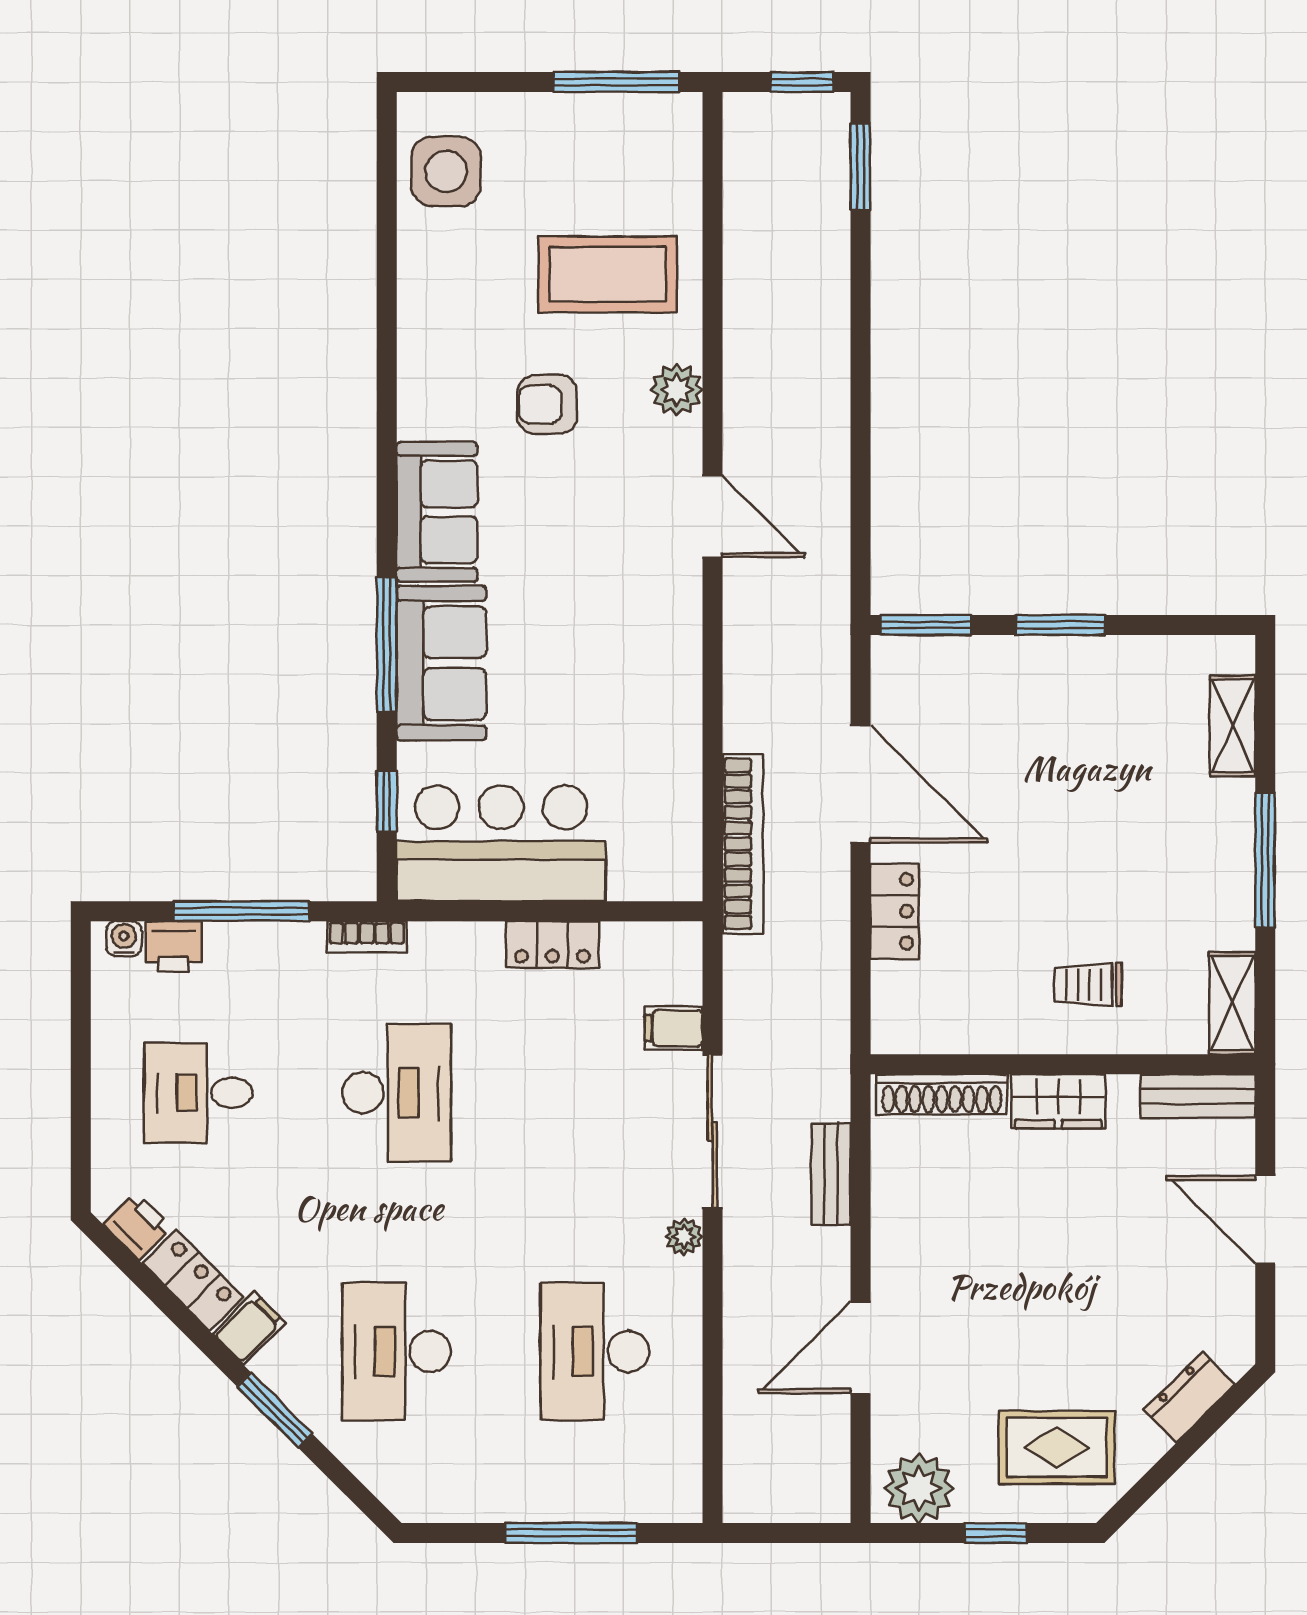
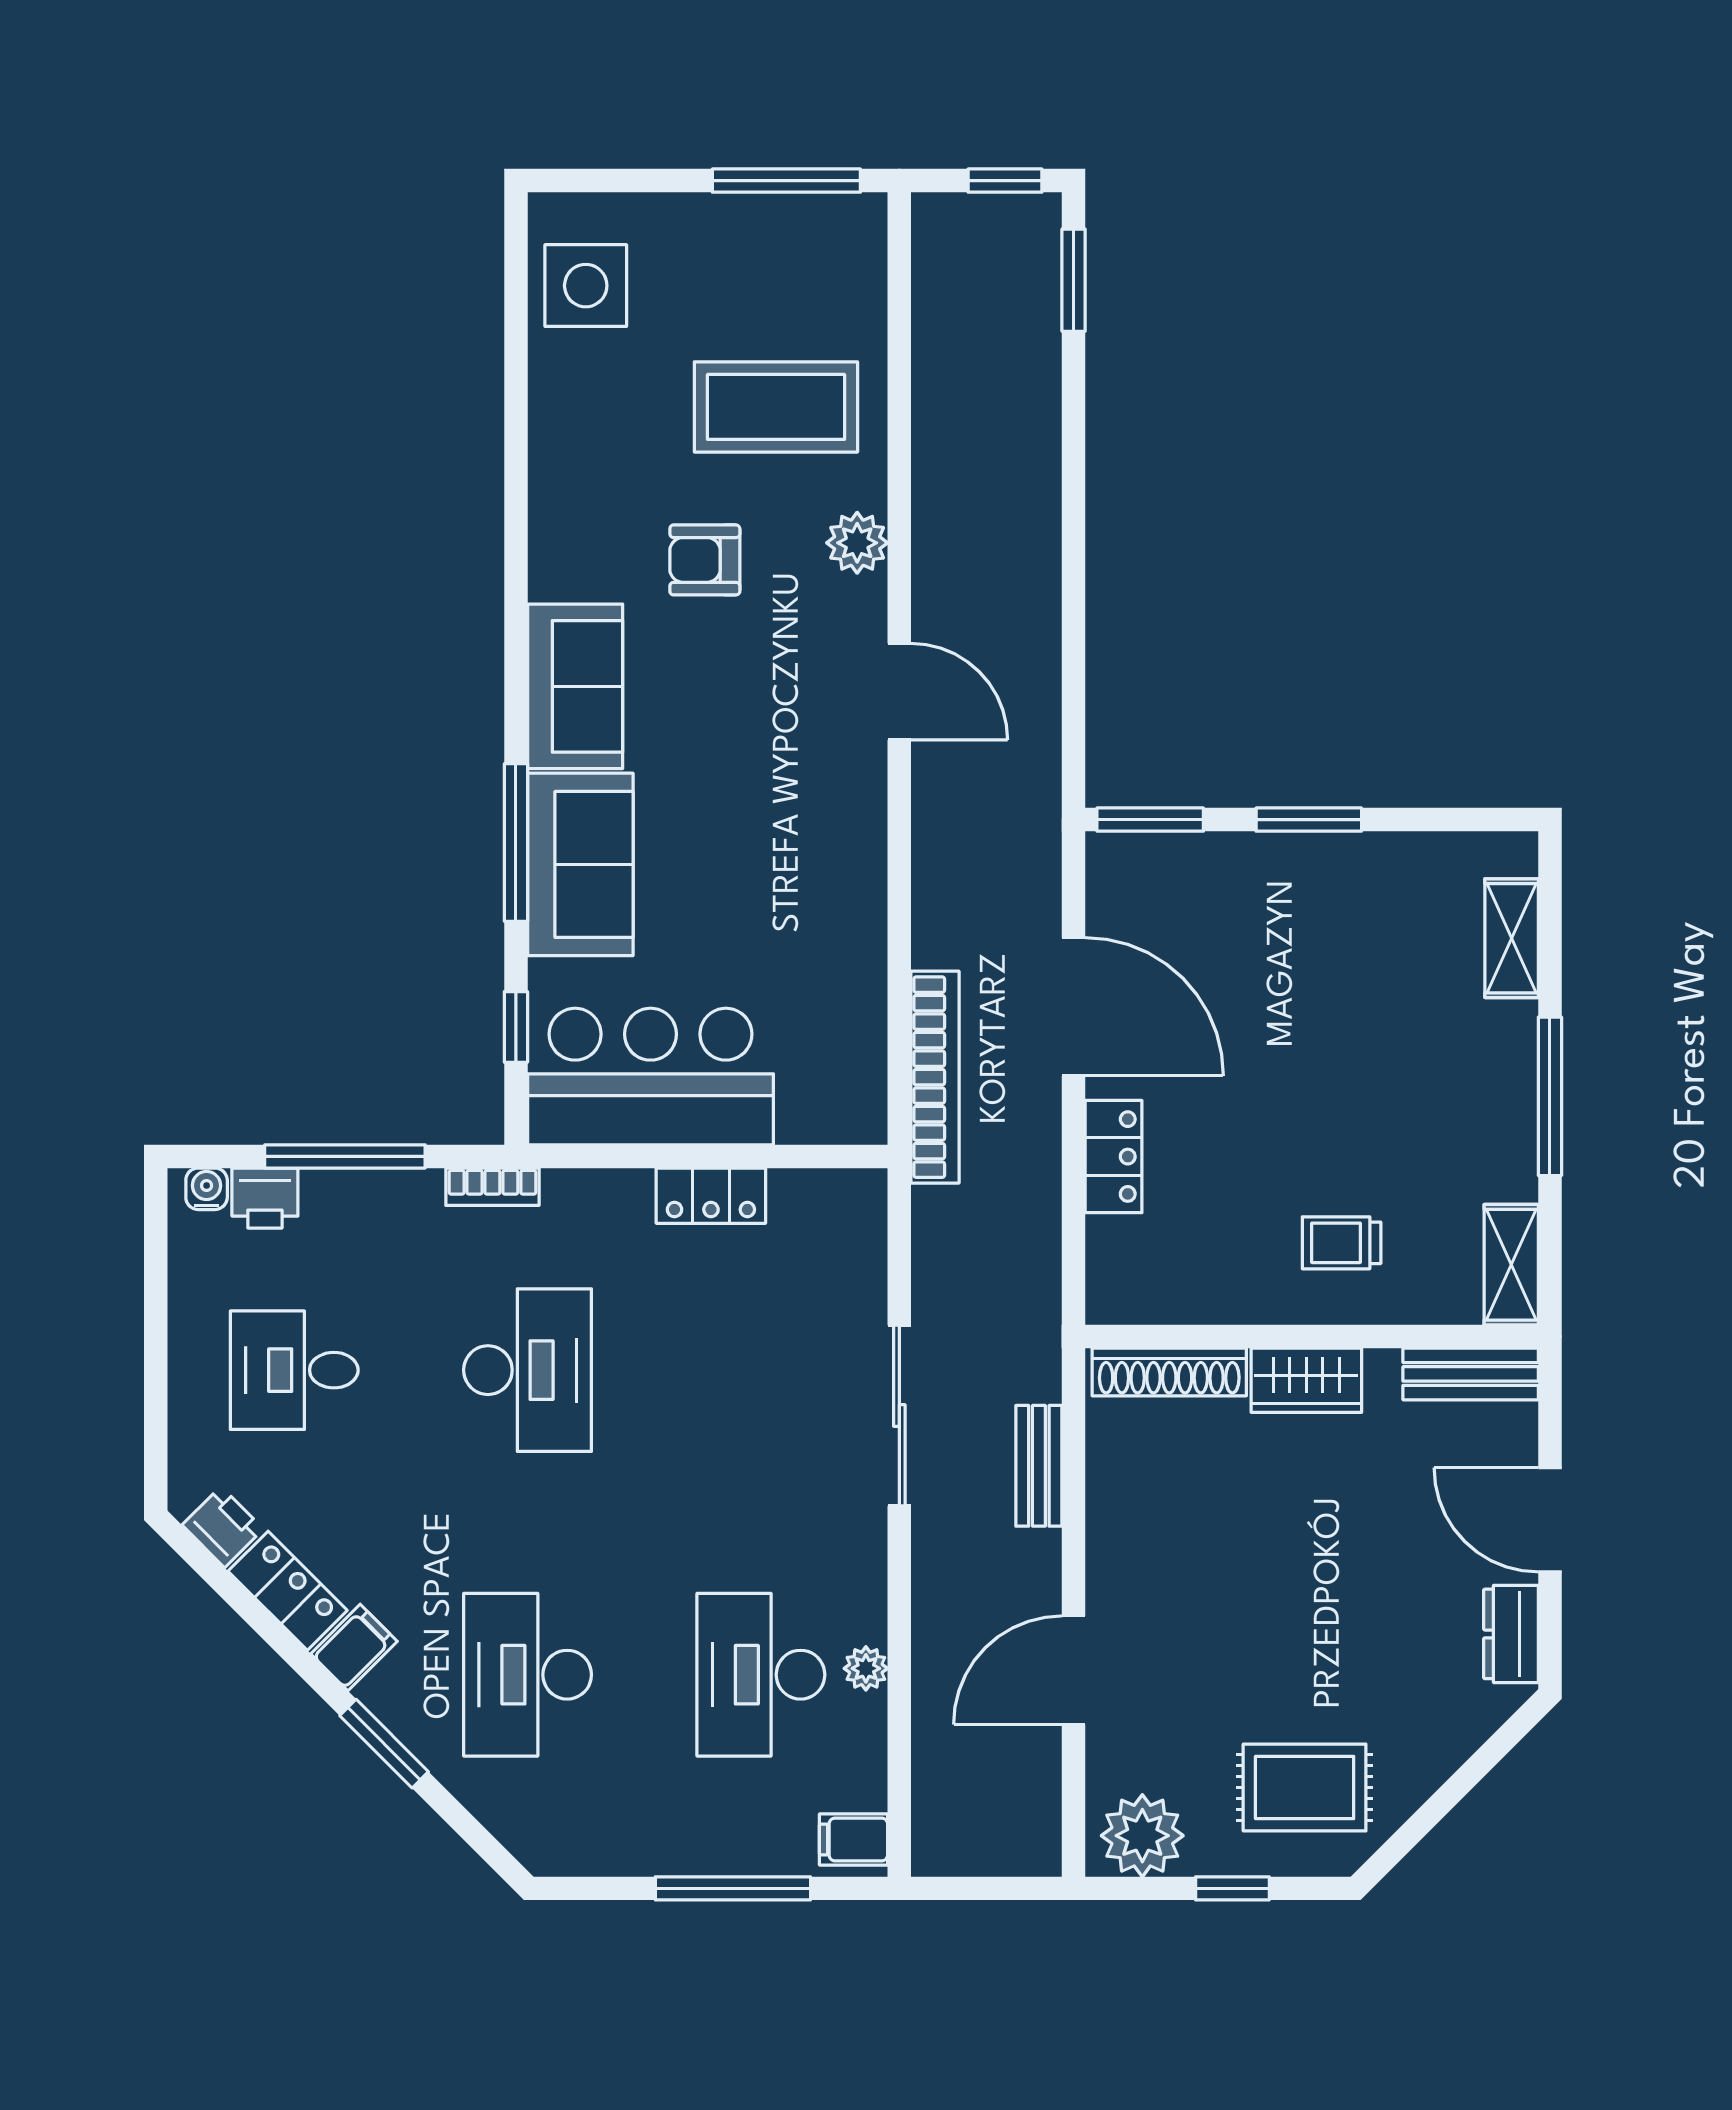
filing cabinet: (674, 1028) -> (854, 1839), moved
plant: (684, 1237) -> (866, 1668), moved
dresser: (1189, 1397) -> (1511, 1634), moved, turned -45

